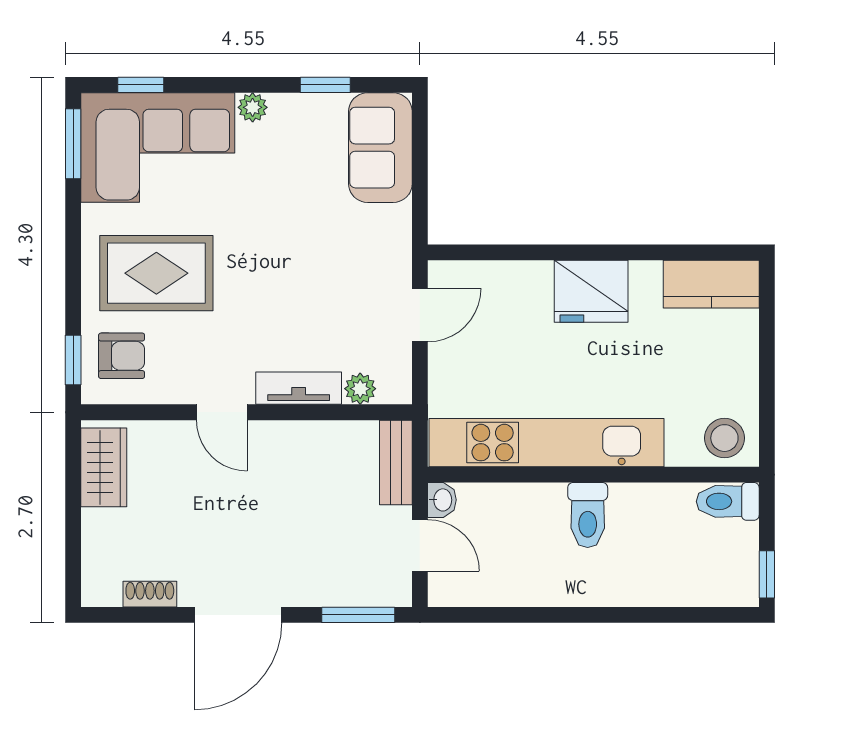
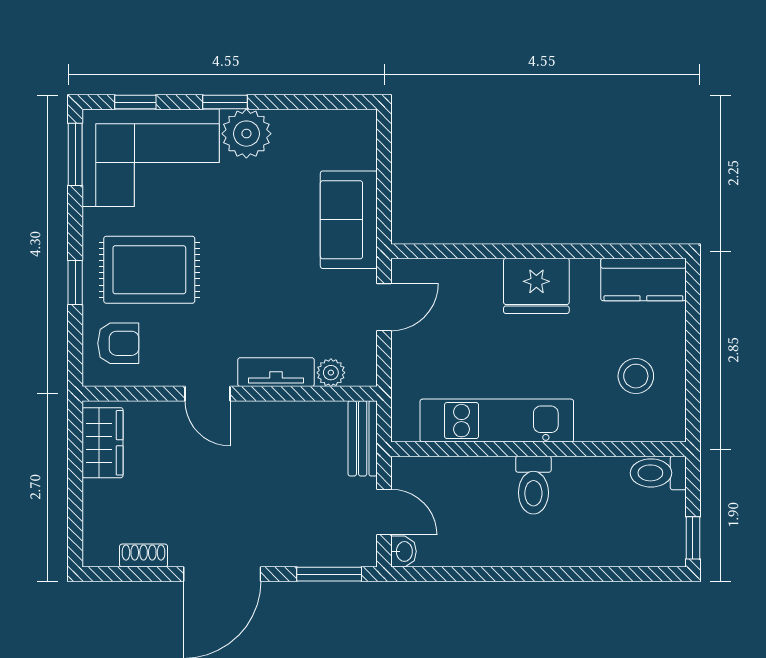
window: (325, 85) -> (225, 102), moved
plant: (253, 107) -> (246, 134), width x1.87, depth x1.87
sofa: (380, 148) -> (349, 220), moved
window: (73, 360) -> (75, 283), moved
stool: (724, 438) -> (636, 376), moved
kitchen unit: (547, 443) -> (497, 421), width x0.73
washbasin: (442, 500) -> (404, 551), moved

